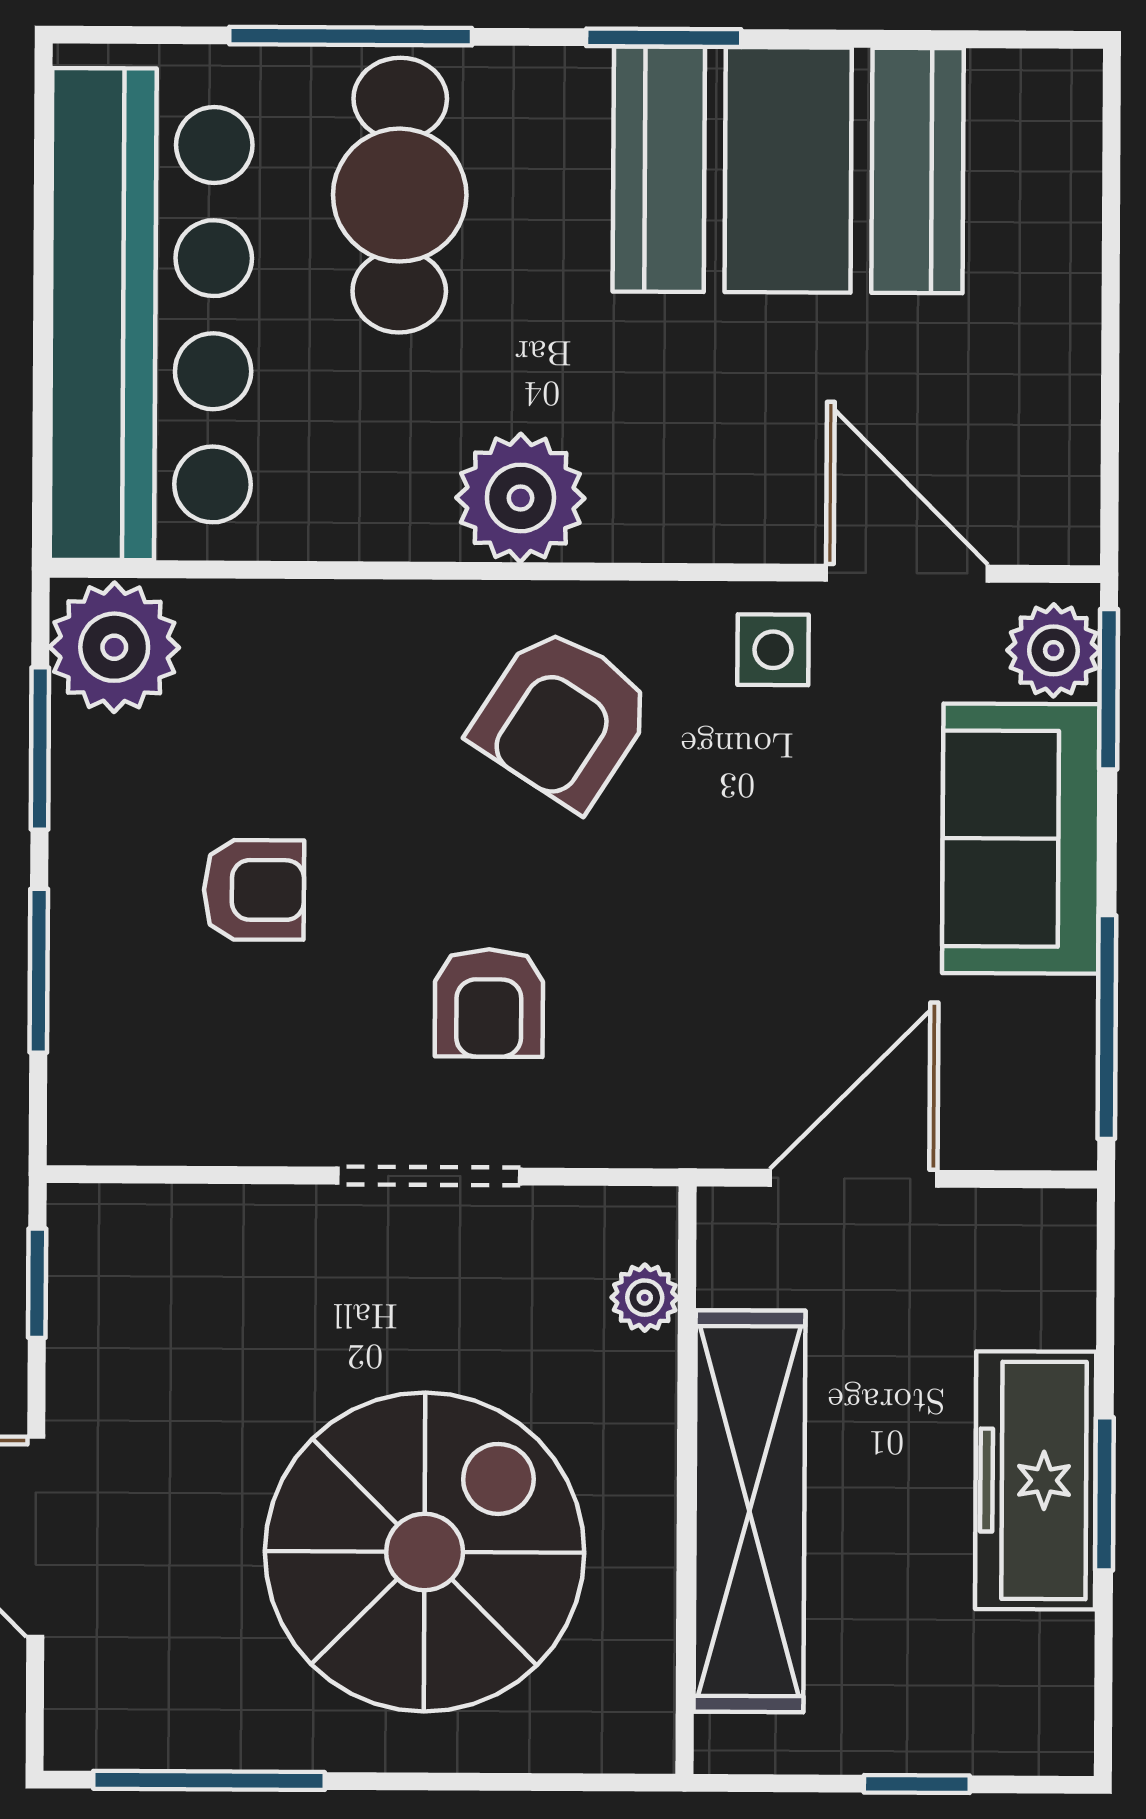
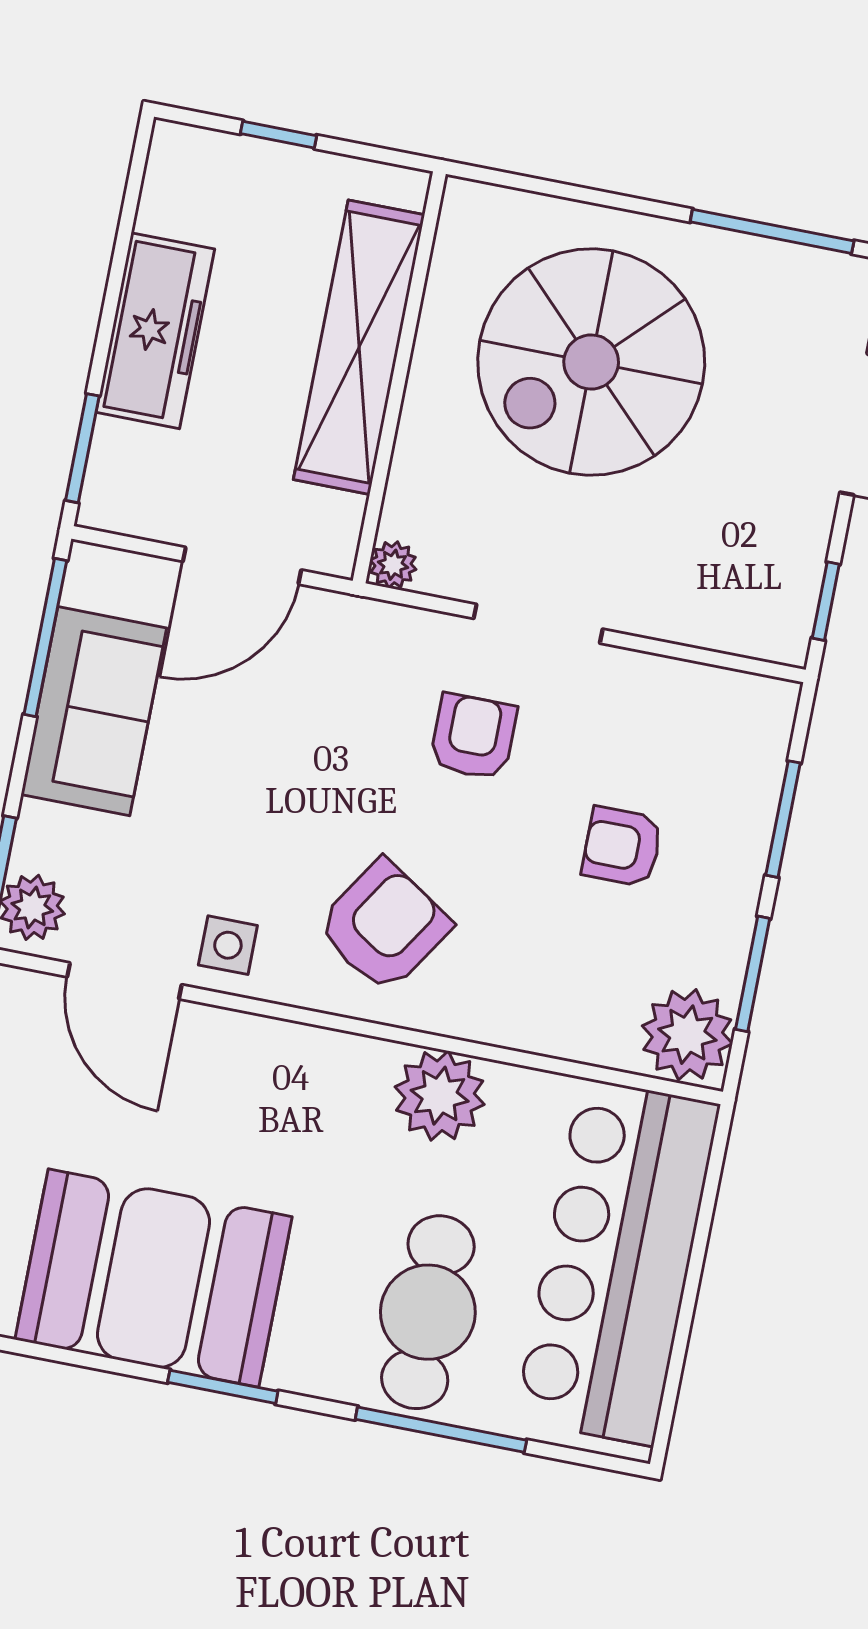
plant: (520, 498) -> (440, 1096), moved
sofa: (1021, 839) -> (94, 711), moved
plant: (645, 1298) -> (393, 565), moved
window: (1104, 1494) -> (82, 448), moved

